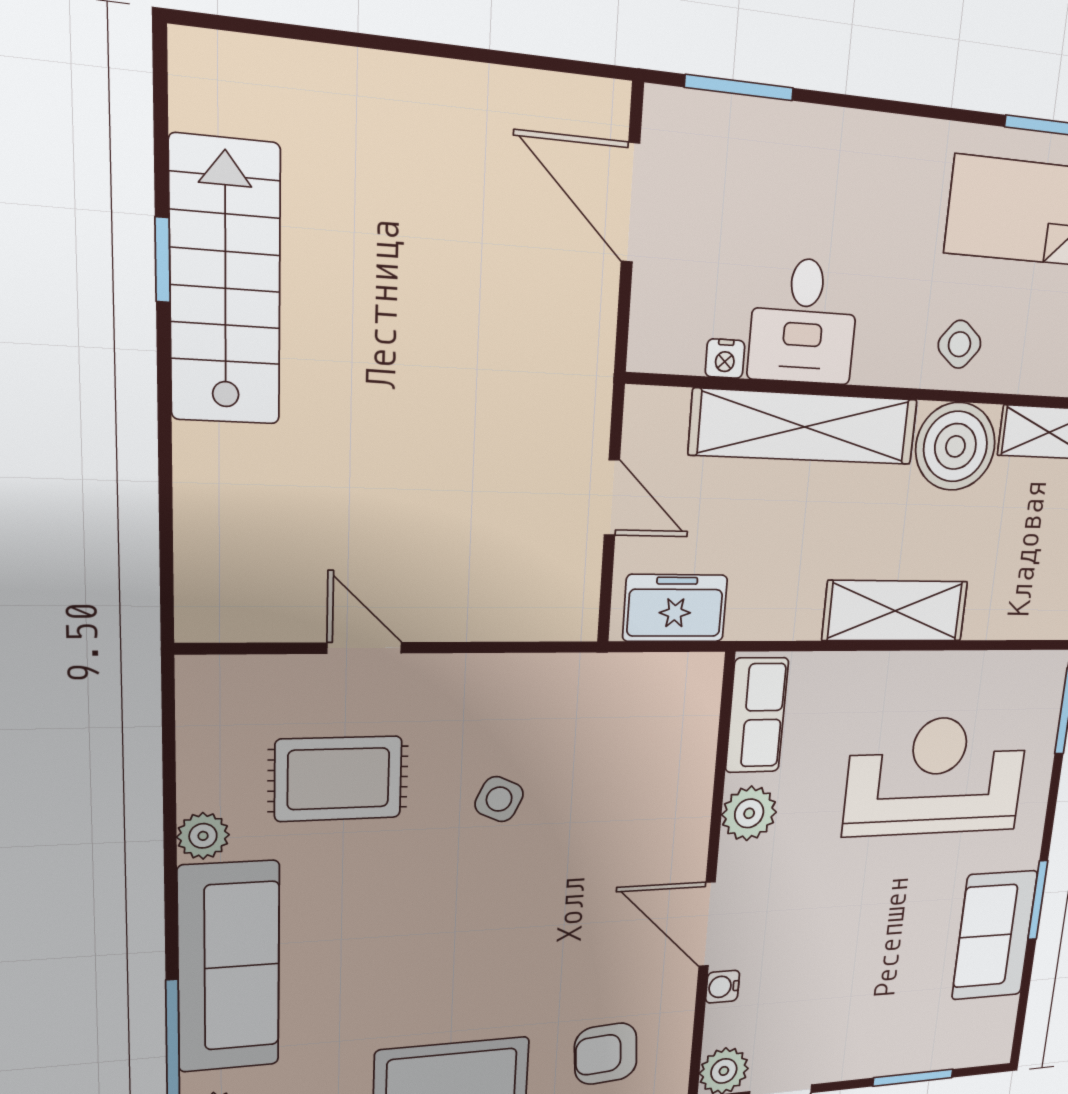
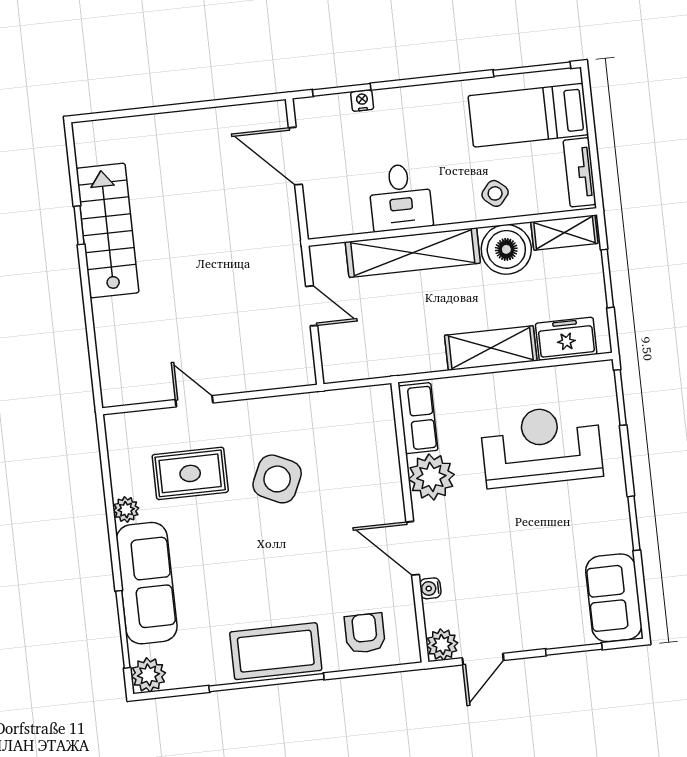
nightstand: (725, 359) -> (362, 101), moved, turned 180
freezer: (675, 608) -> (566, 339), moved
side table: (499, 799) -> (277, 479), width x1.87, depth x1.87
plant: (749, 813) -> (431, 477), width x1.36, depth x1.36
sofa: (995, 935) -> (614, 598), moved
armchair: (606, 1054) -> (365, 633), turned 94

